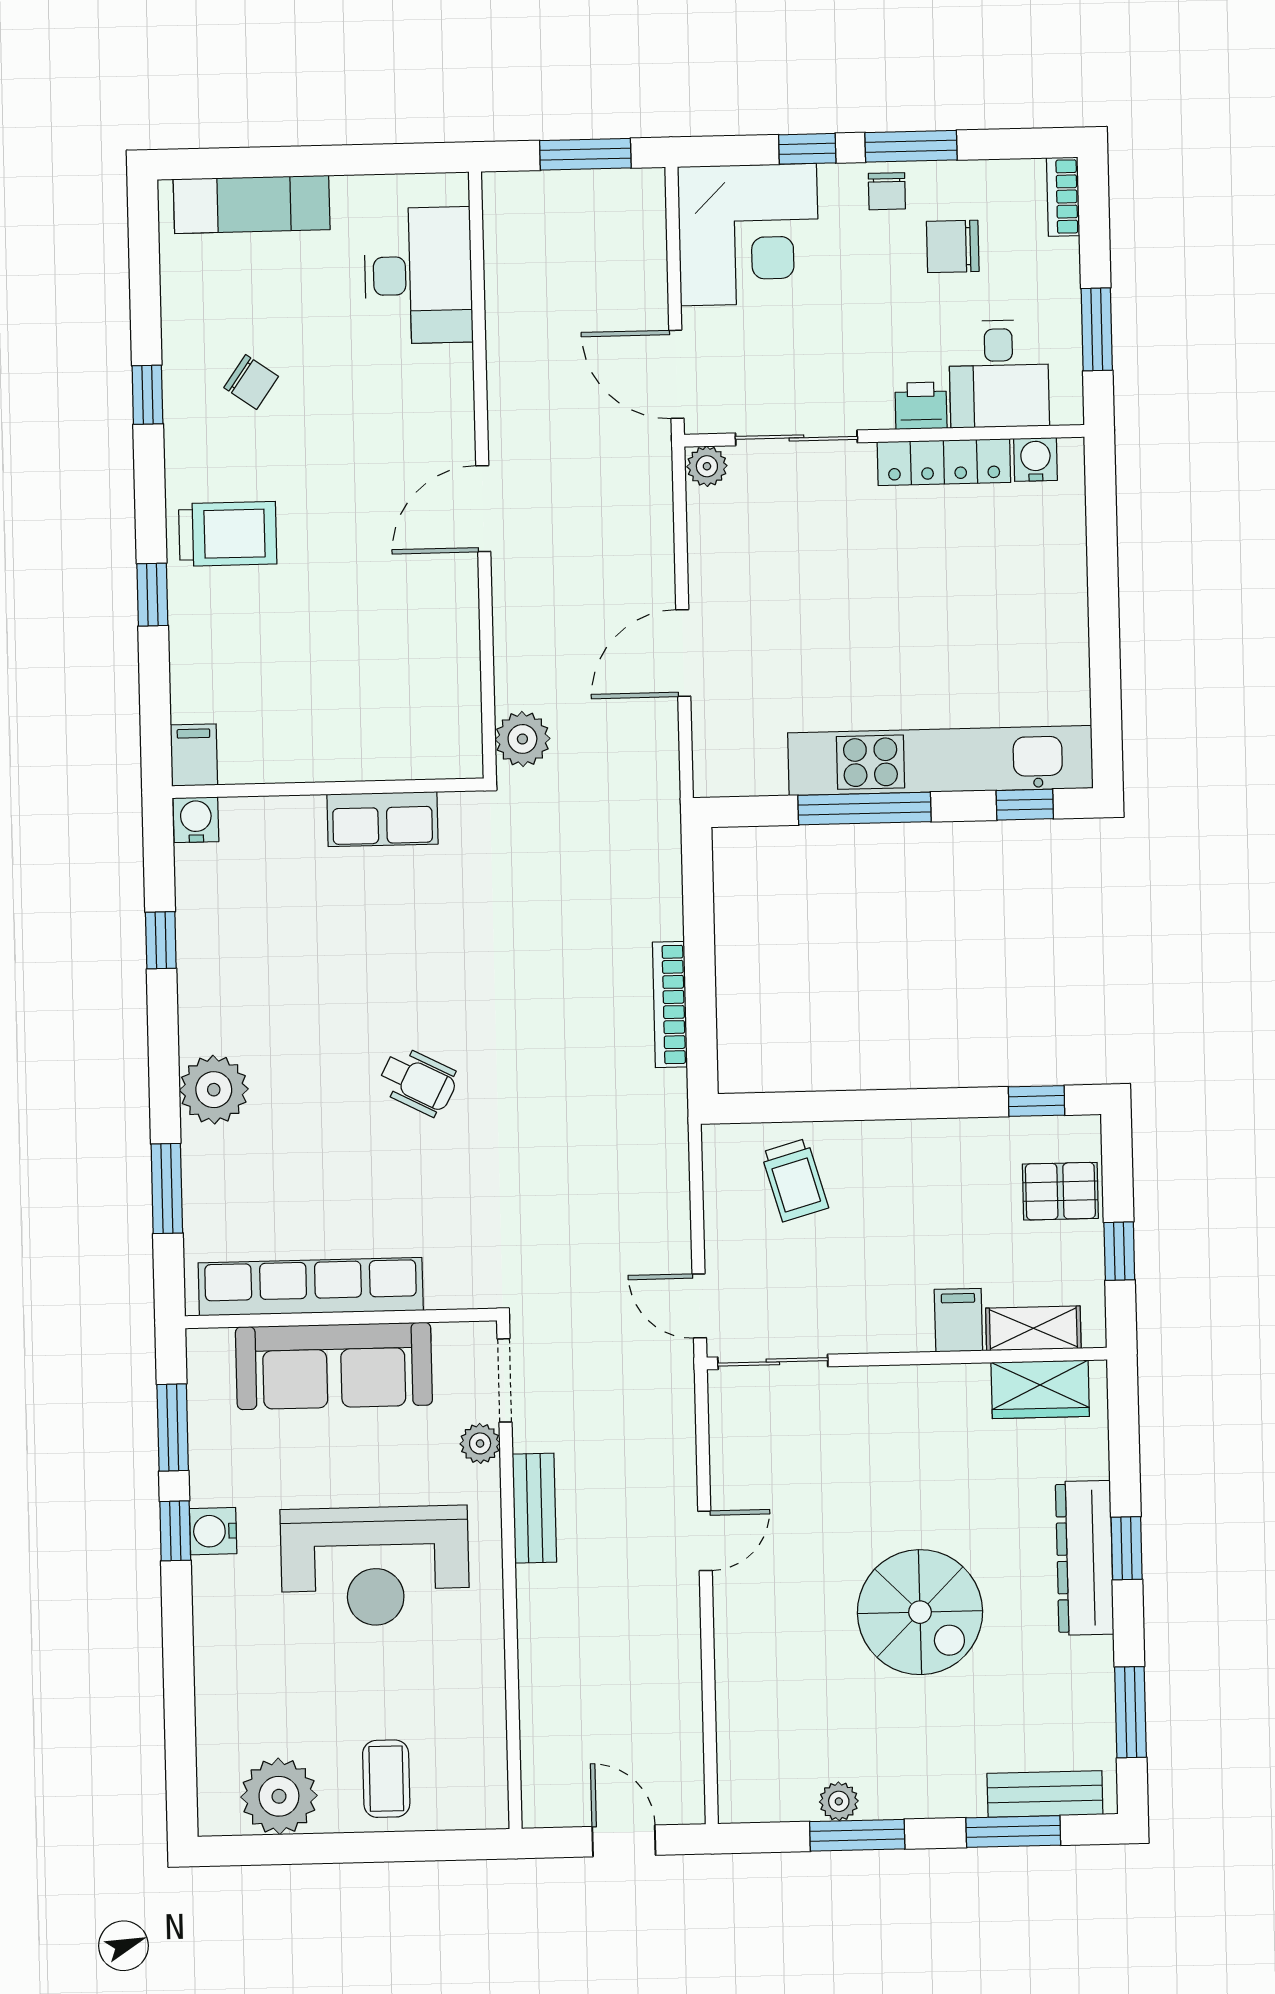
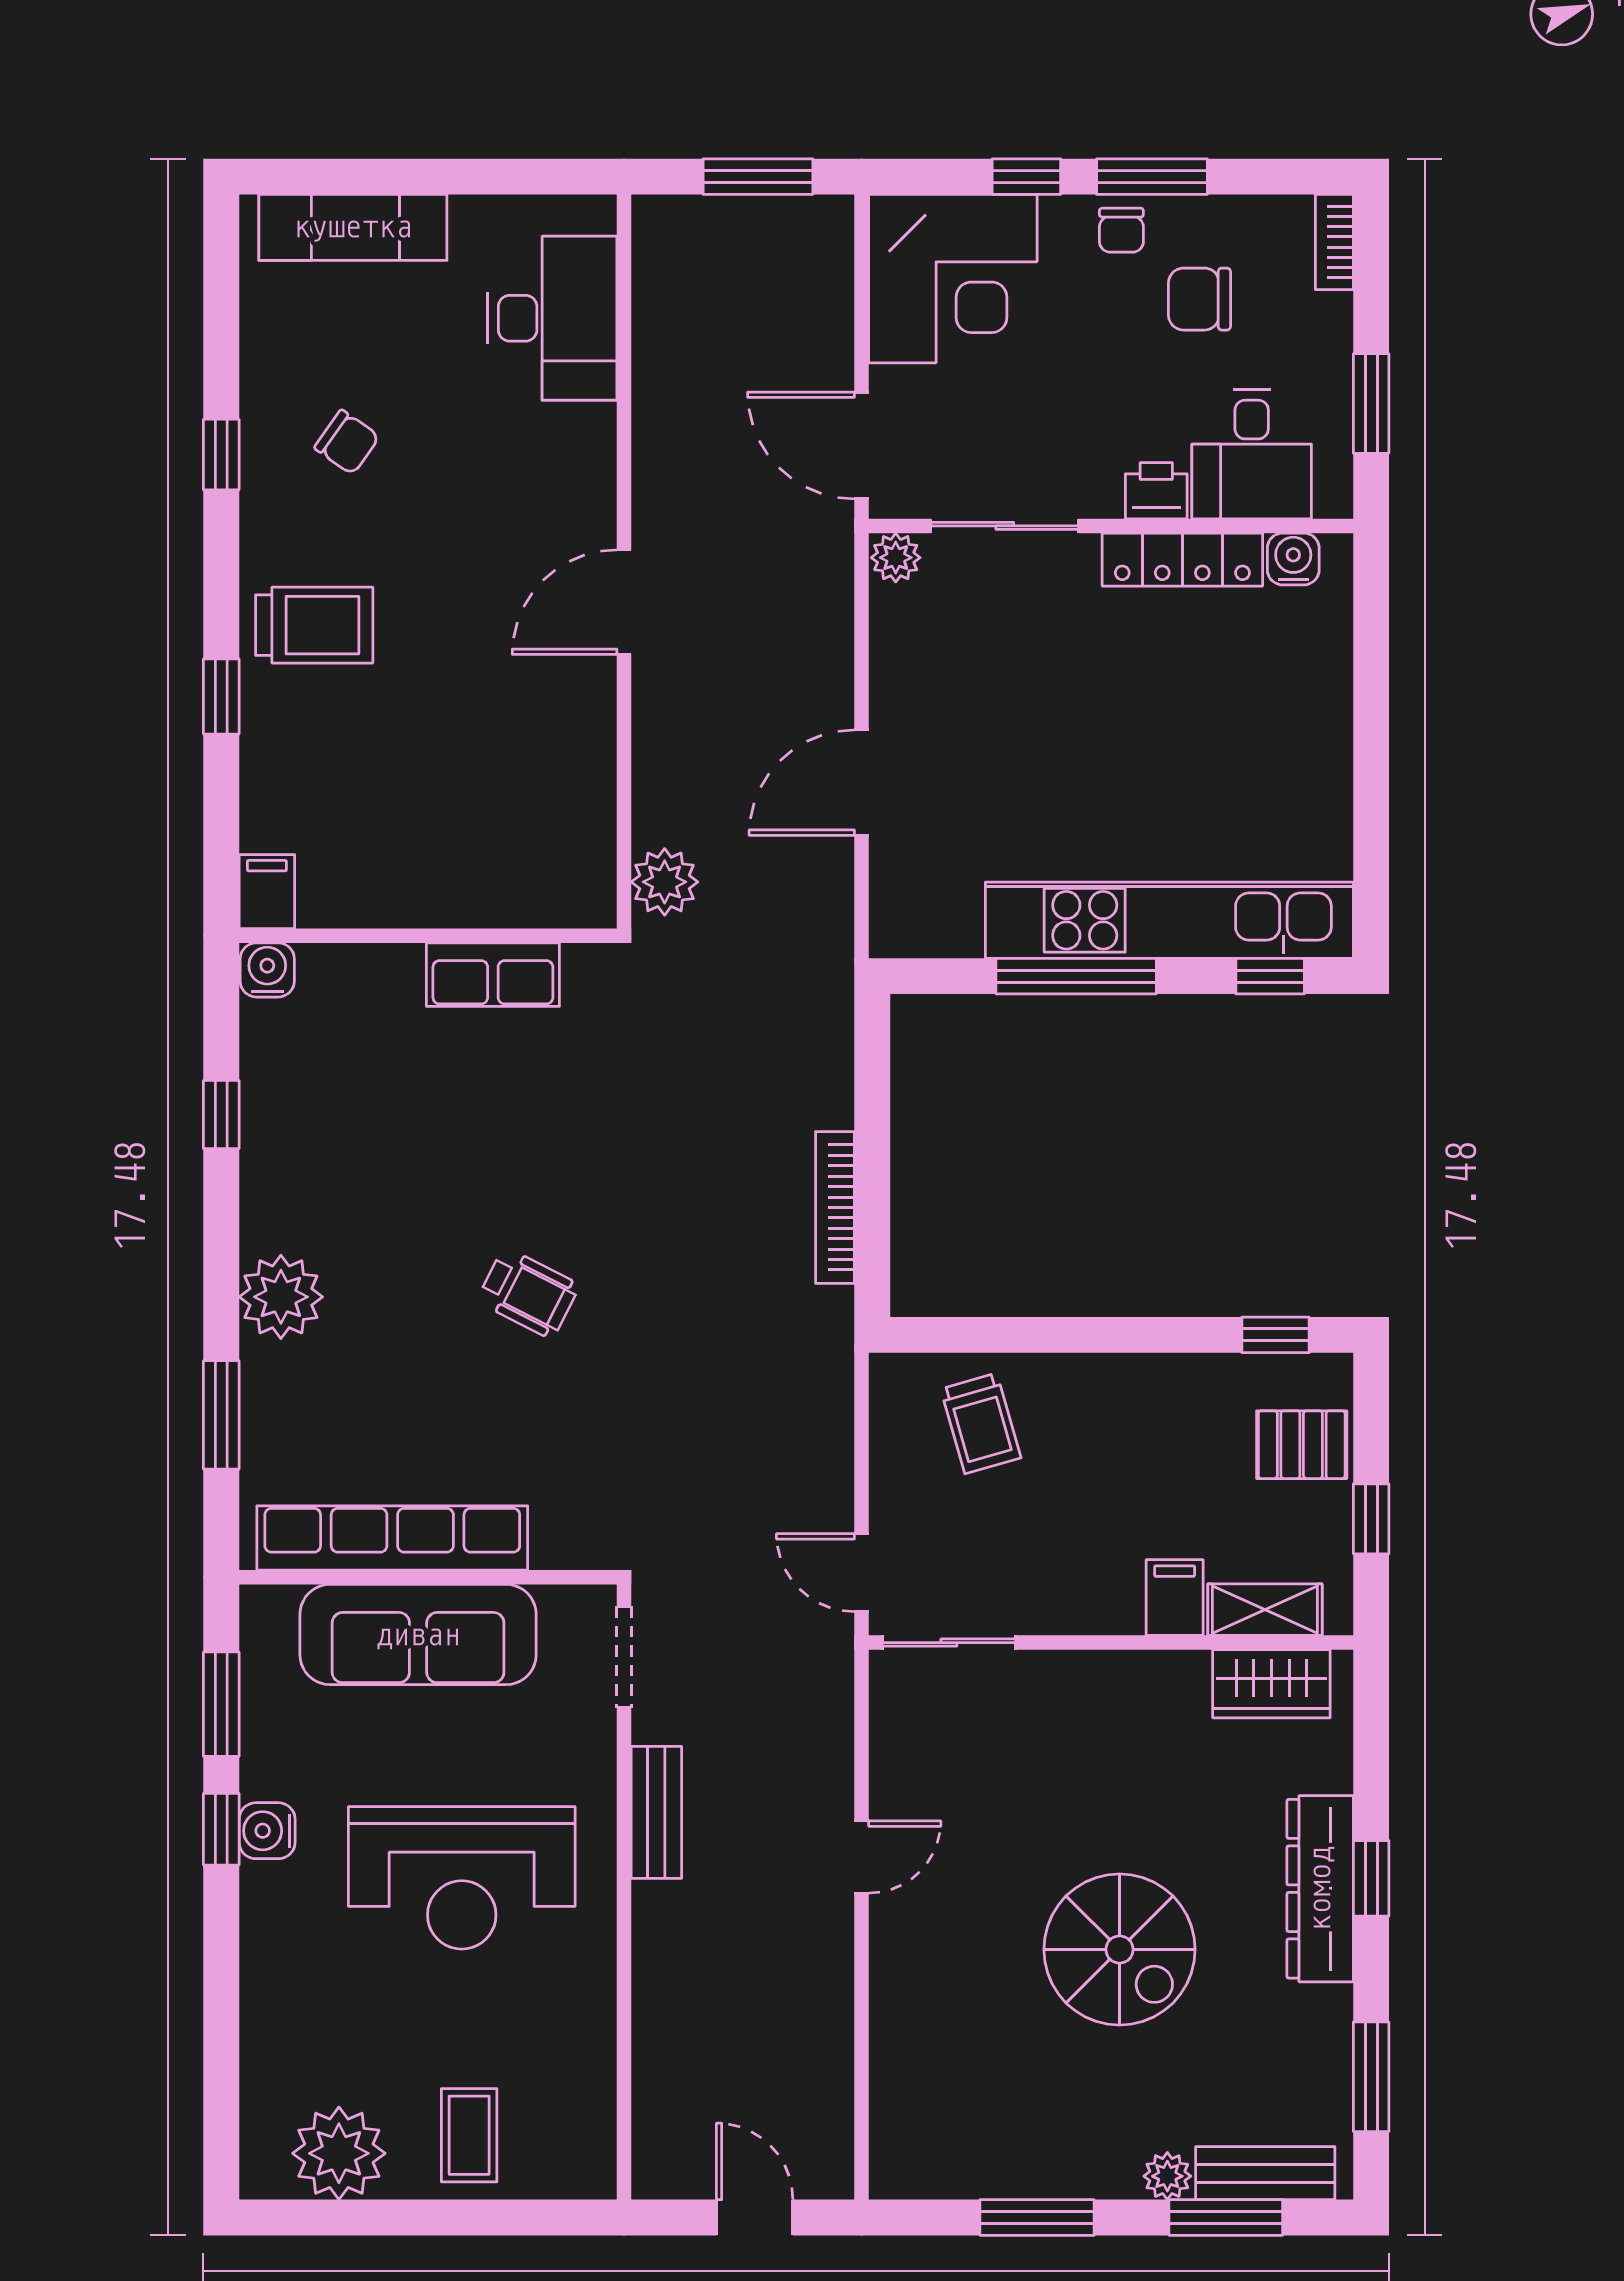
plant: (480, 1443) -> (592, 1733), removed
plant: (839, 1801) -> (1167, 2176), moved

